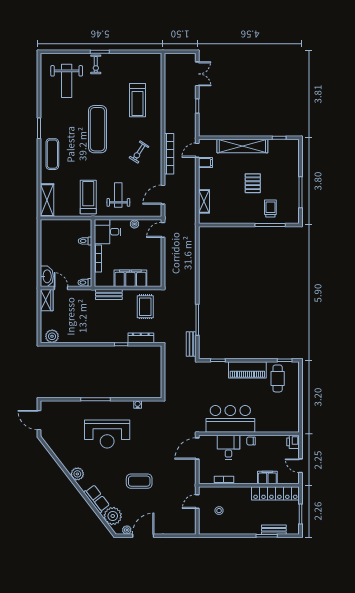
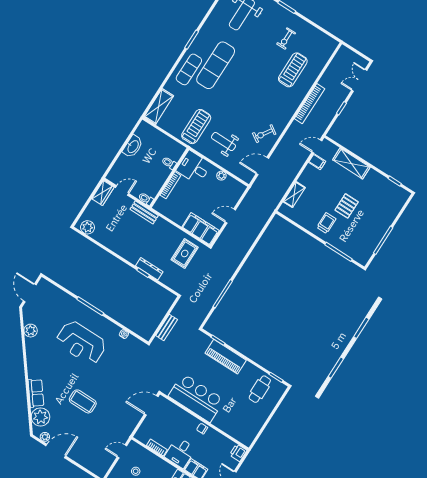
exercise bike: (96, 64) -> (286, 39), moved
double door: (197, 74) -> (359, 80), swing flipped
treadmill: (138, 100) -> (293, 70), turned 180
exercise mat: (98, 129) -> (216, 65), moved
shelving: (242, 146) -> (351, 163), width x0.68
exercise bike: (139, 152) -> (264, 134), moved
bookcase: (169, 154) -> (310, 104), moved
weight bench: (118, 195) -> (223, 142), turned -90
trolley: (270, 208) -> (326, 223), moved
door: (163, 230) -> (230, 216), moved
washbasin: (47, 276) -> (133, 146), moved
filing cabinet: (130, 278) -> (201, 229), moved
door: (61, 288) -> (122, 190), hinge flipped
bench: (109, 294) -> (144, 212), moved
dresser: (141, 338) -> (149, 269), moved
bench: (191, 344) -> (167, 328), moved
piano: (247, 370) -> (226, 357), moved
desk: (228, 447) -> (180, 453), moved, turned 180
plant: (77, 474) -> (31, 331), moved

